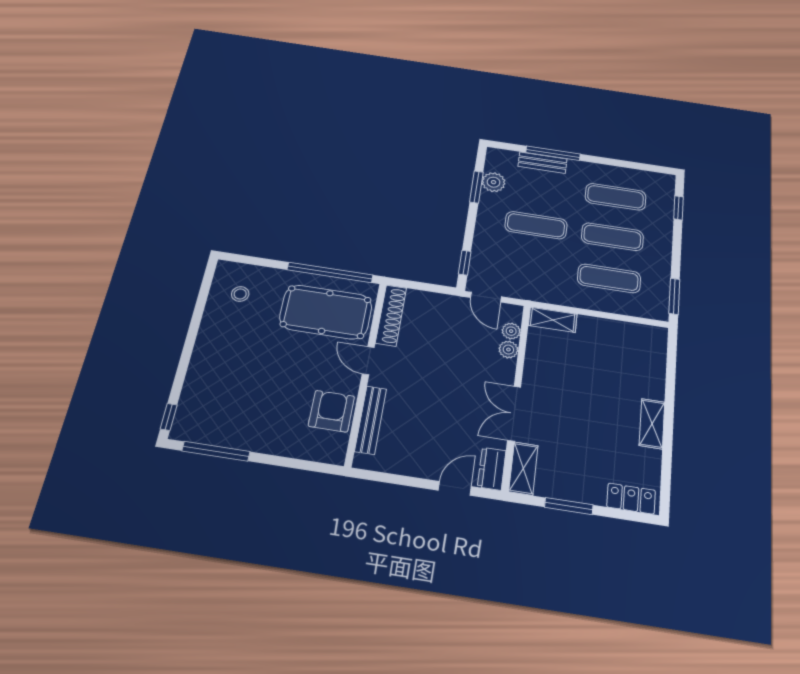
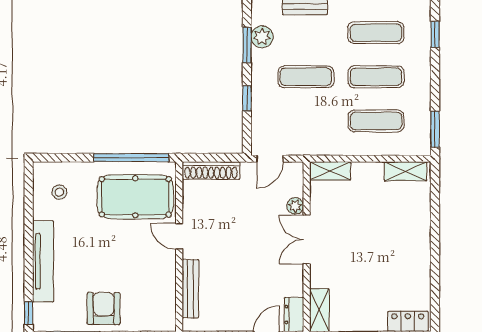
window: (465, 263) -> (247, 98), moved
door: (486, 297) -> (270, 159), hinge flipped
shoe rack: (391, 315) -> (211, 171), moved, turned 90
plant: (511, 331) -> (296, 188), removed
tv unit: (202, 363) -> (43, 261), added
armchair: (331, 411) -> (104, 308), moved
double door: (514, 413) -> (307, 240), moved
shelving: (652, 424) -> (406, 171), moved, turned 90

